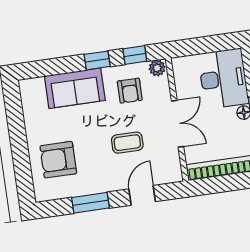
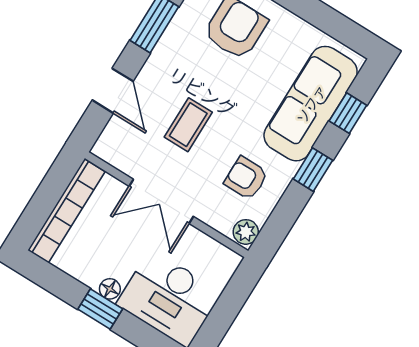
window: (135, 55) -> (348, 113), moved
sofa: (75, 88) -> (311, 104), width x1.36

